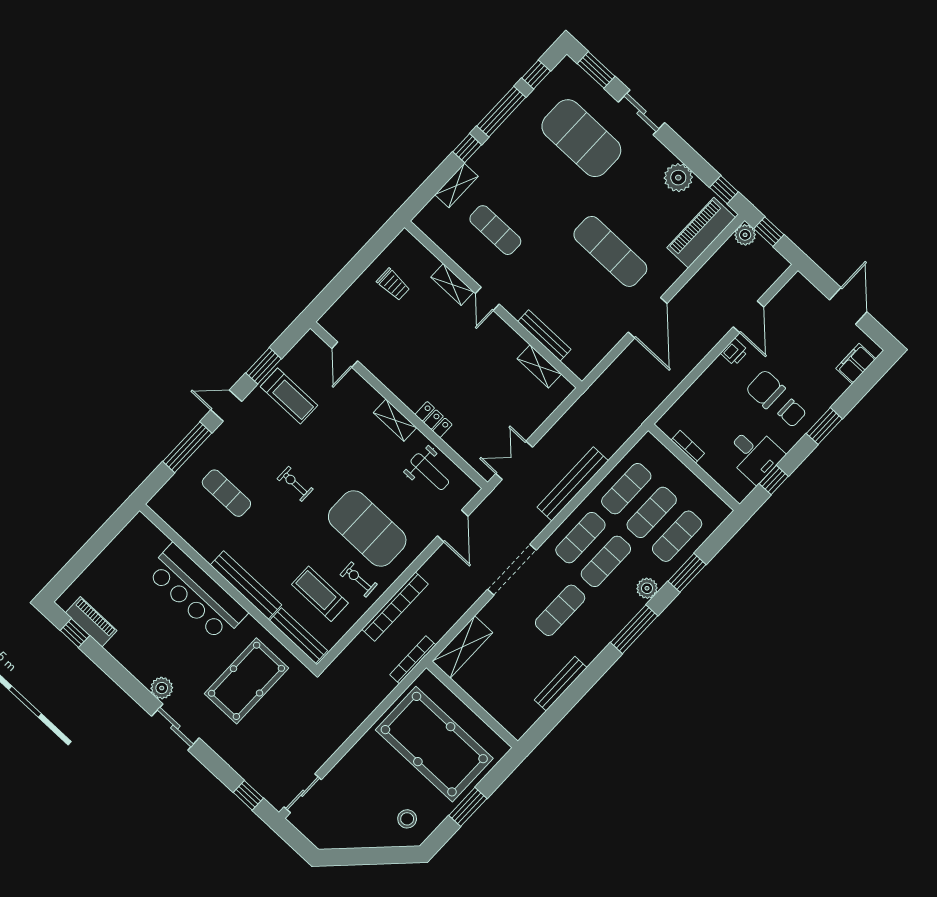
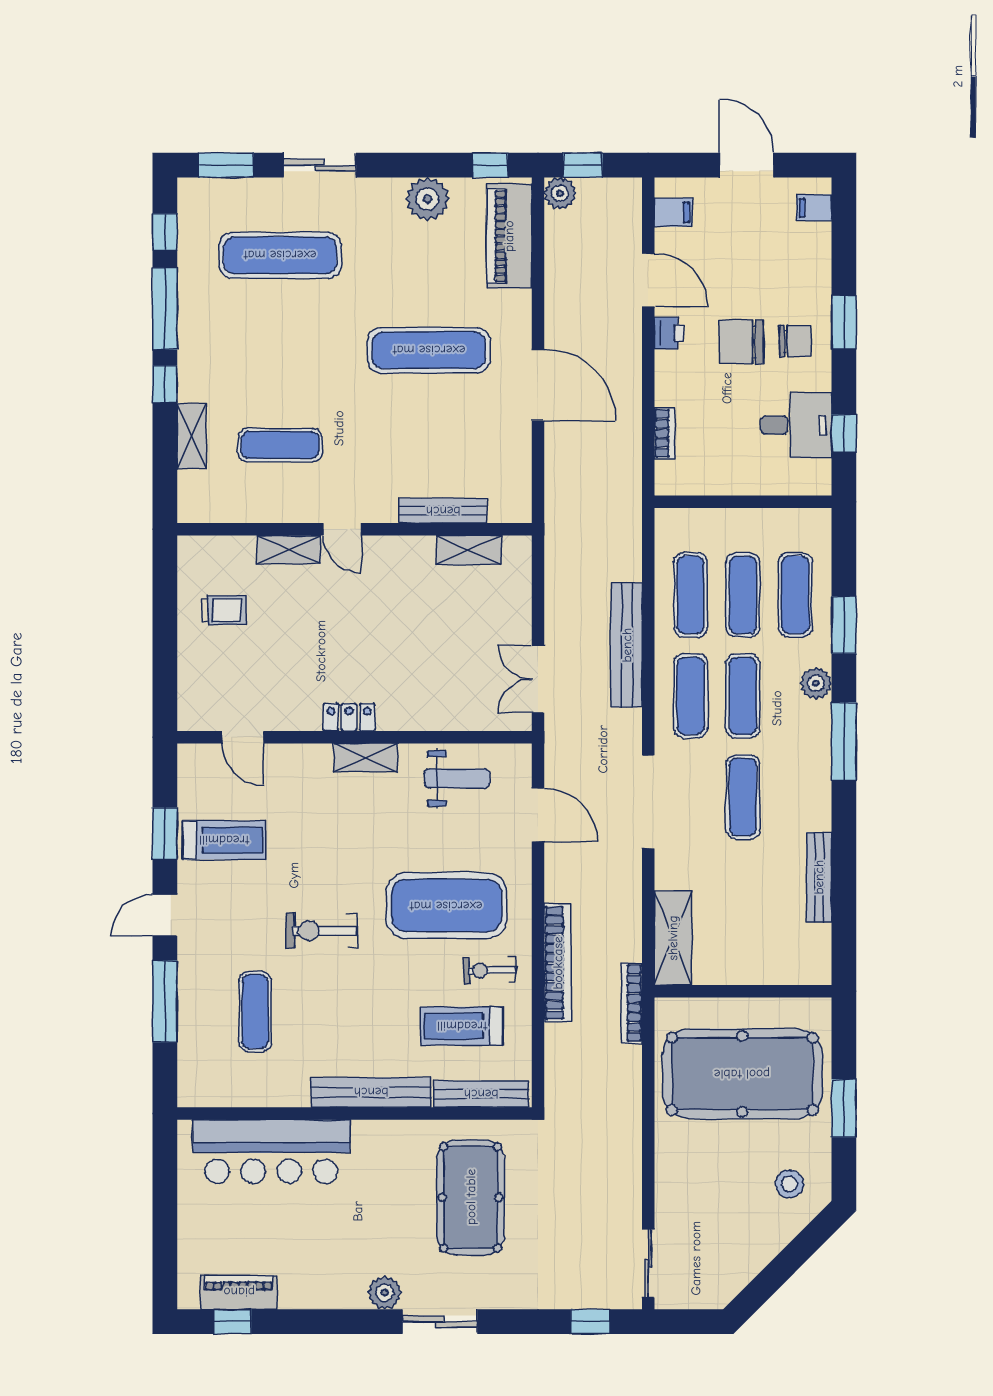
exercise mat: (581, 138) -> (280, 255), width x0.68
filing cabinet: (791, 295) -> (673, 212), added
filing cabinet: (856, 364) -> (814, 208), width x0.50
locker: (434, 420) -> (349, 717), moved
bookcase: (688, 447) -> (664, 433), moved, turned 90
exercise bike: (295, 484) -> (321, 931), width x1.38, depth x1.39
exercise mat: (226, 493) -> (255, 1012), turned 90
bar counter: (197, 592) -> (271, 1152), moved

